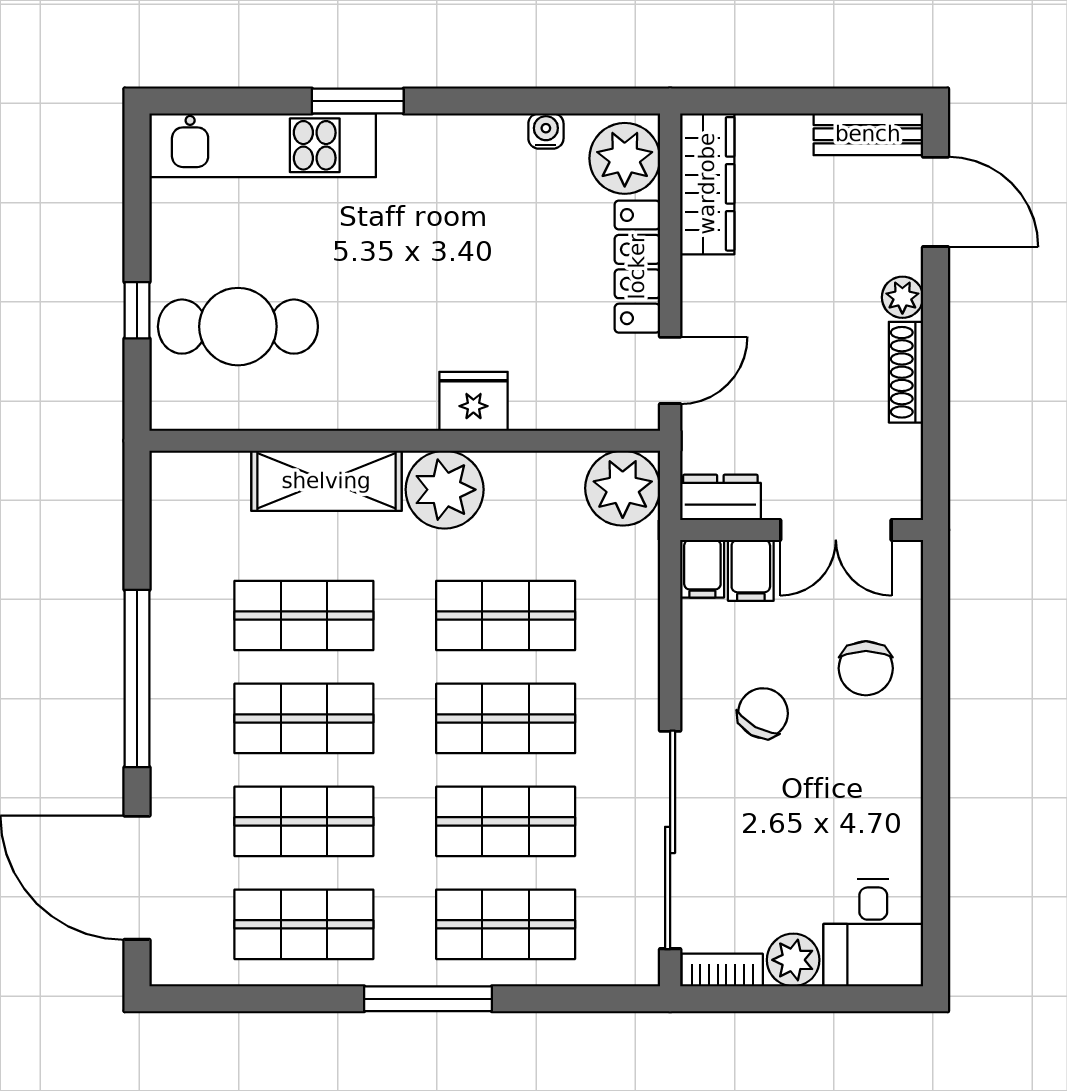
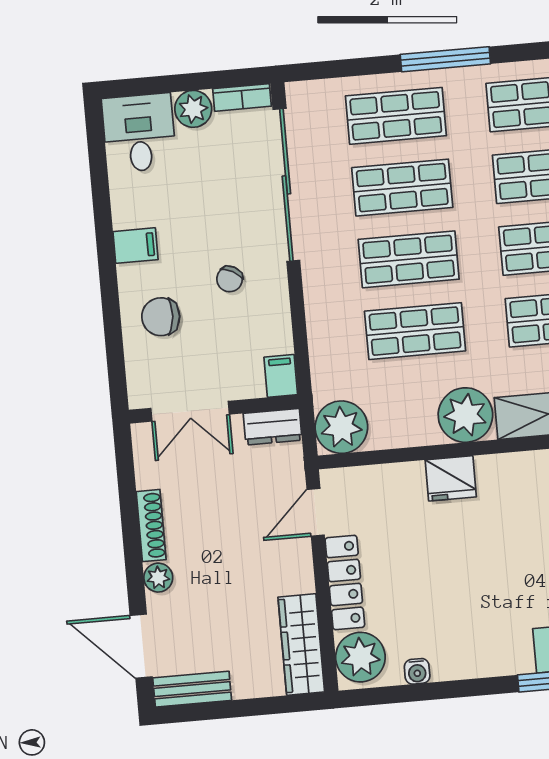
double door: (836, 530) -> (190, 411), swing flipped
filing cabinet: (751, 570) -> (136, 246), moved, turned 90
chair: (866, 668) -> (161, 317), turned -86
chair: (763, 713) -> (230, 279), width x0.73, depth x0.73

